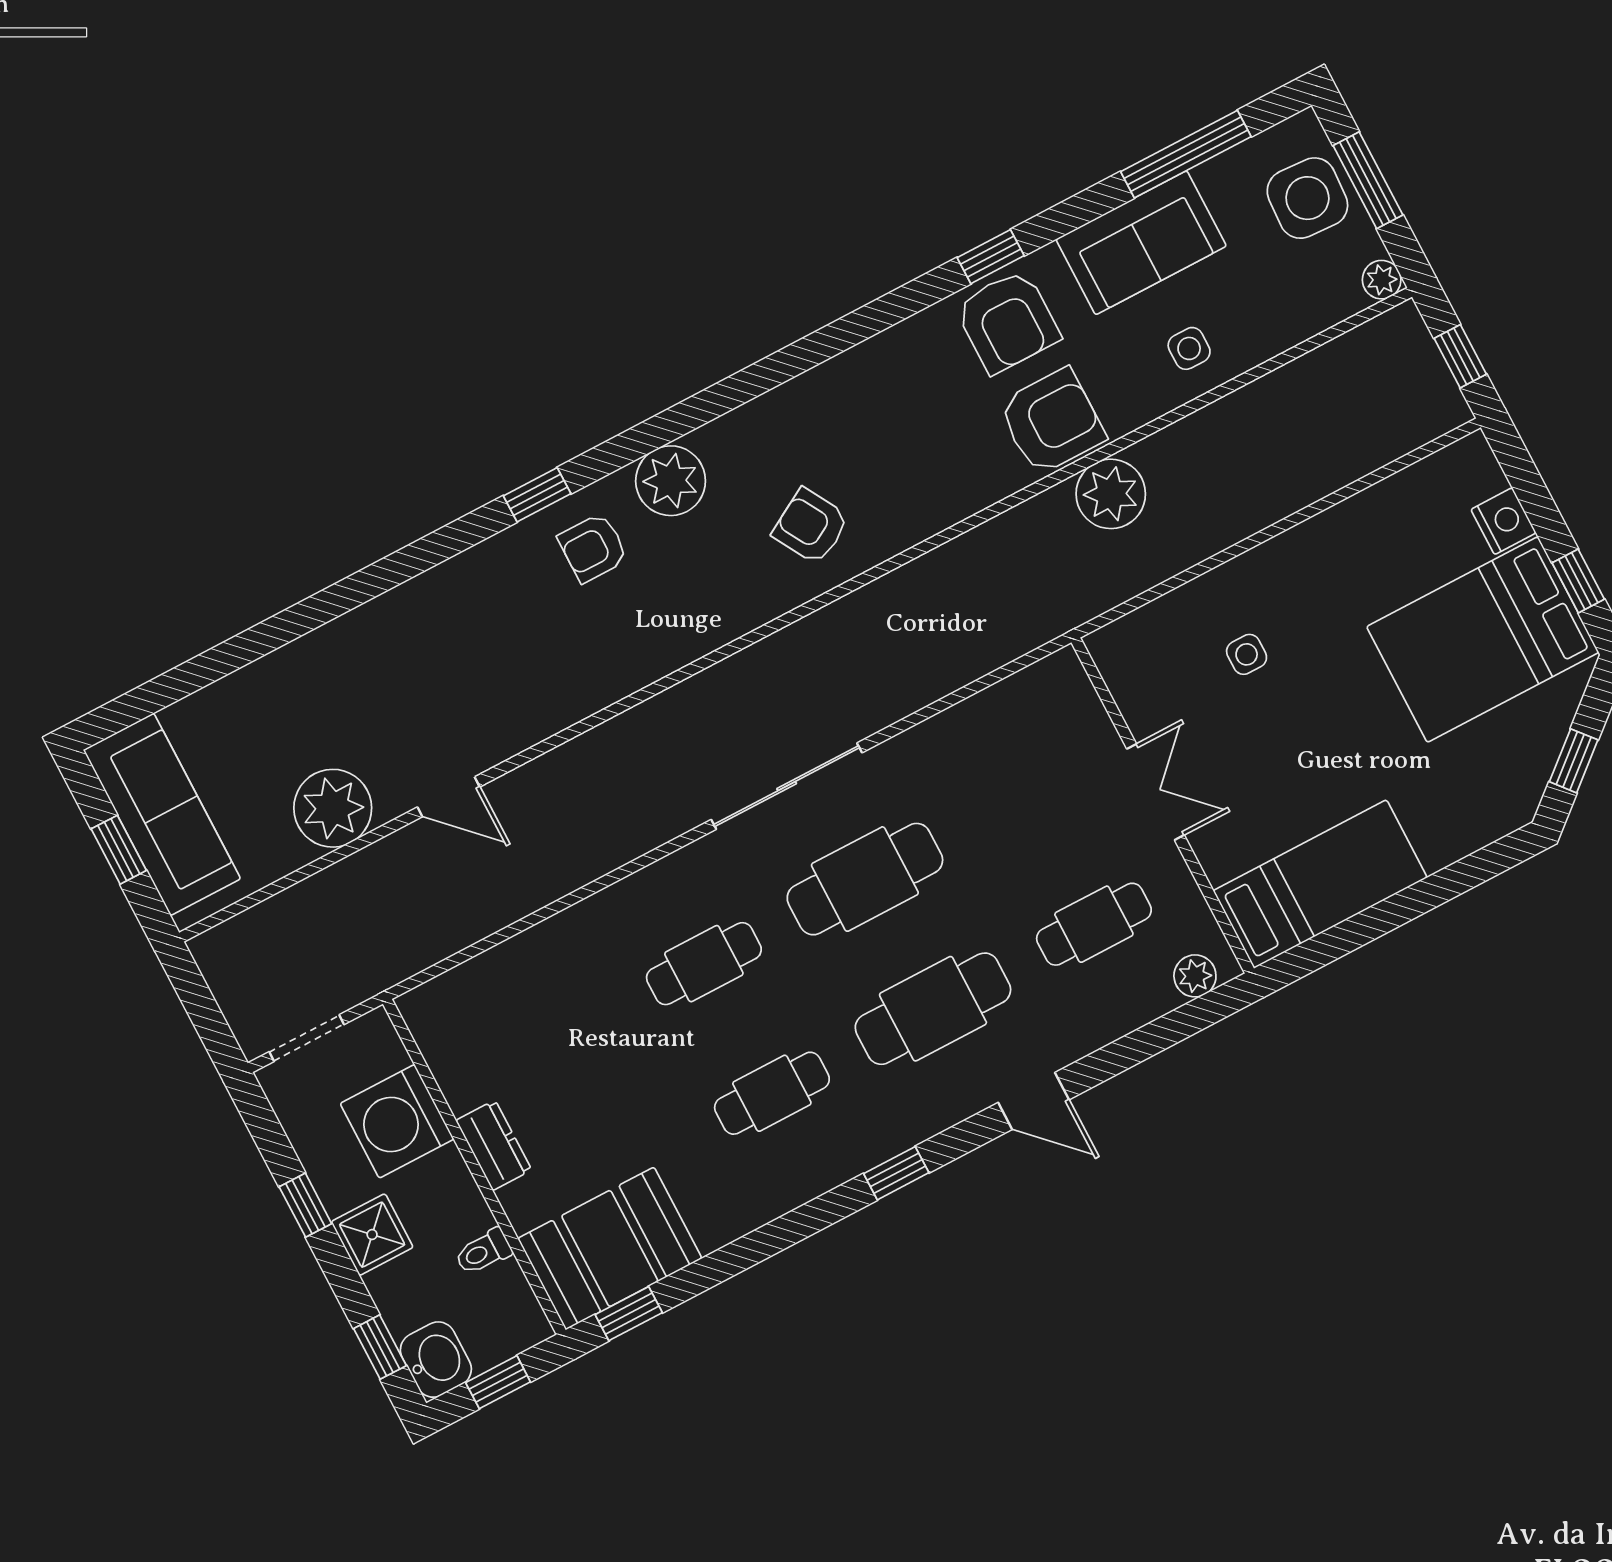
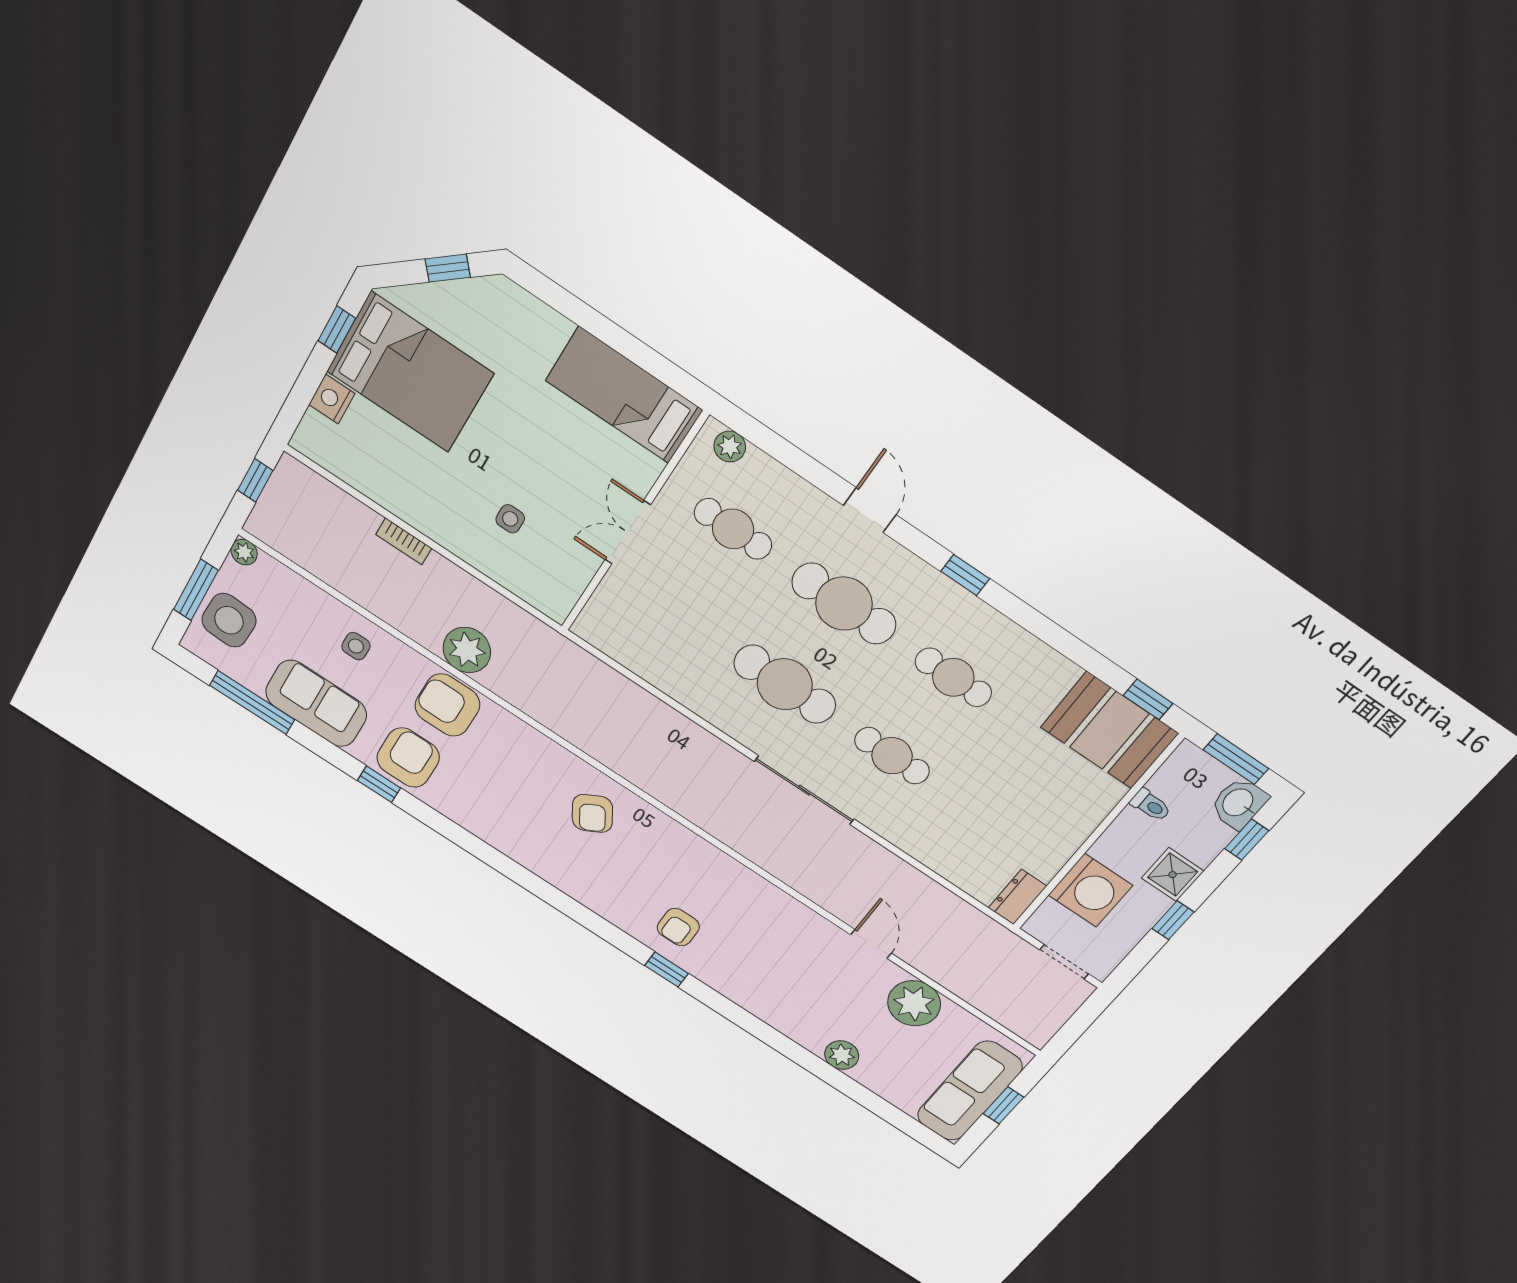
plant: (671, 481) -> (842, 1055), moved, width x0.73, depth x0.73
bookcase: (1288, 500) -> (404, 541), added
armchair: (593, 548) -> (678, 927), turned 90
sliding door: (787, 786) -> (804, 790), moved
dresser: (494, 1145) -> (1018, 897), moved
window: (498, 1382) -> (1236, 759), width x1.50

